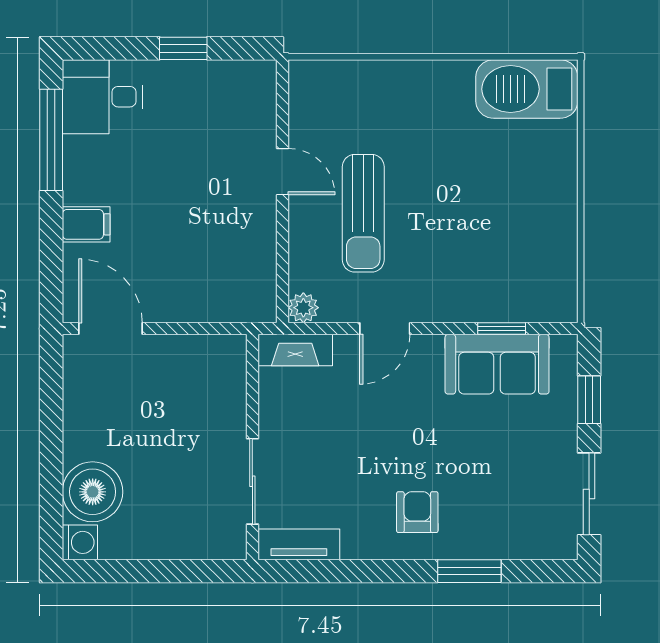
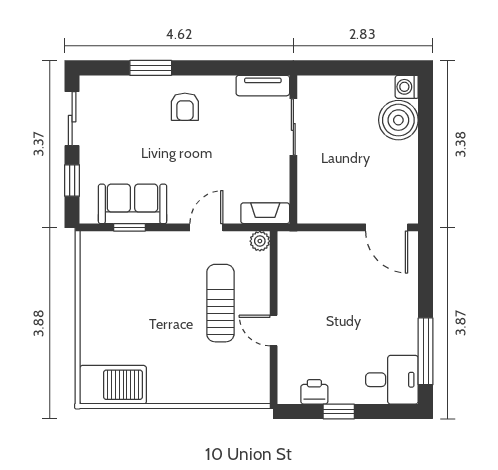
printer: (220, 78) -> (314, 392), added
filing cabinet: (86, 224) -> (403, 296), removed

